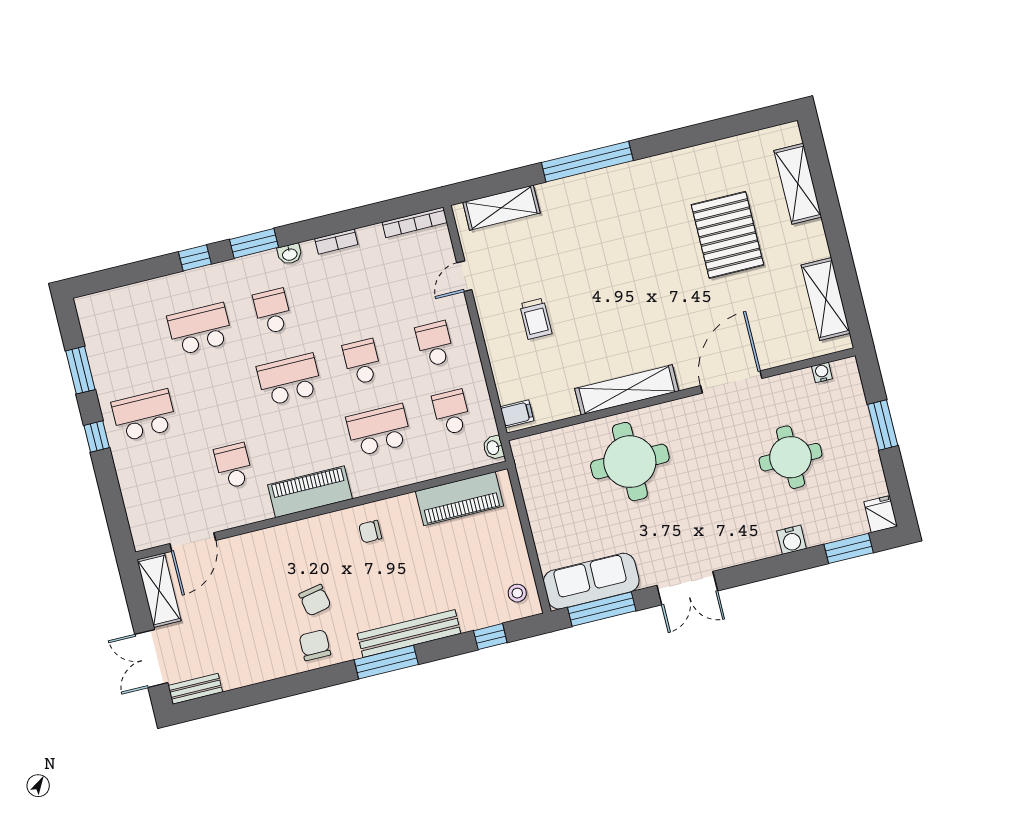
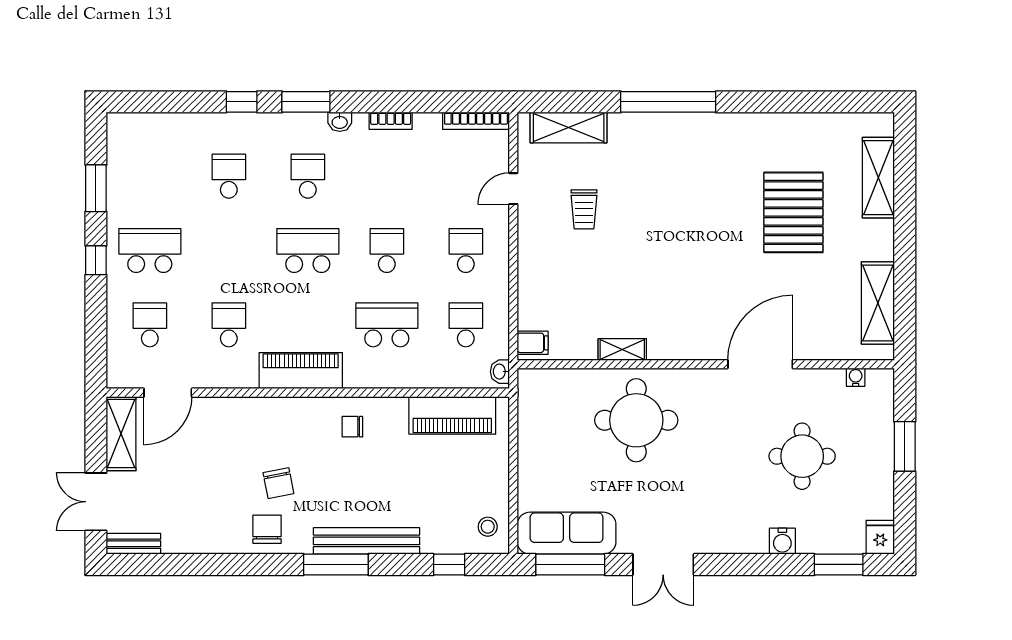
trolley: (536, 319) -> (584, 209), moved
school desk: (200, 329) -> (229, 176), width x0.54
shelving: (627, 390) -> (622, 349), width x0.45, depth x0.75
school desk: (161, 484) -> (150, 325), added

